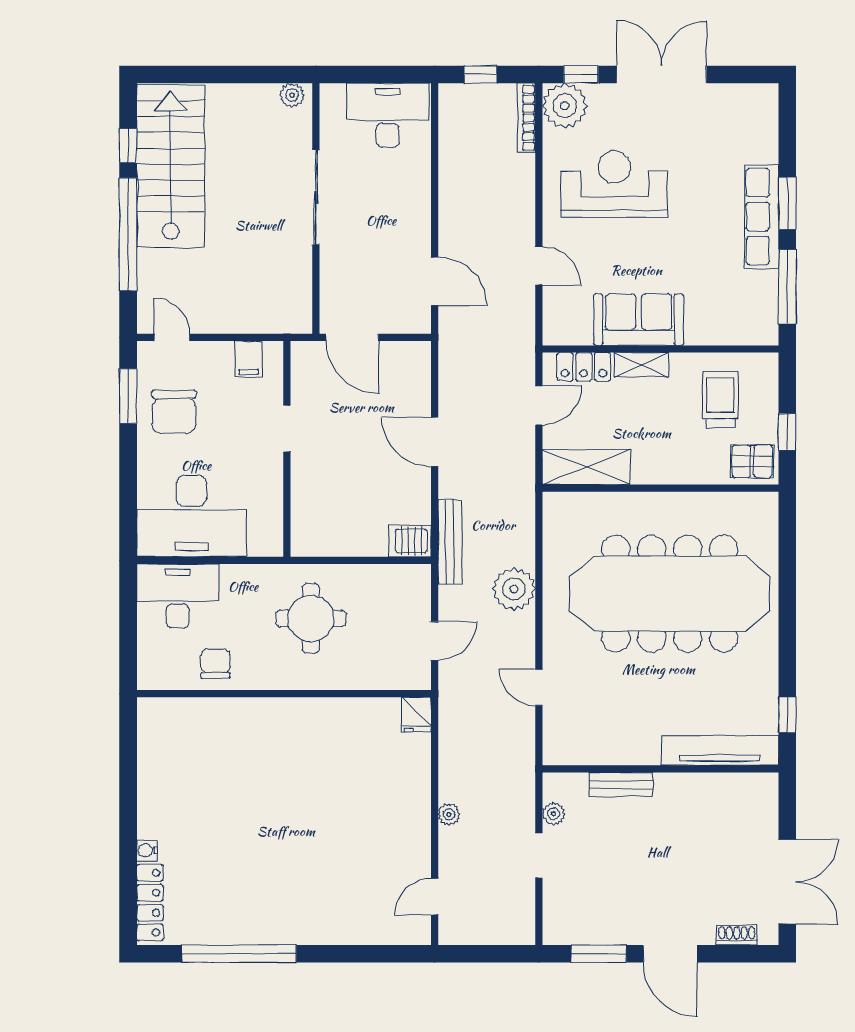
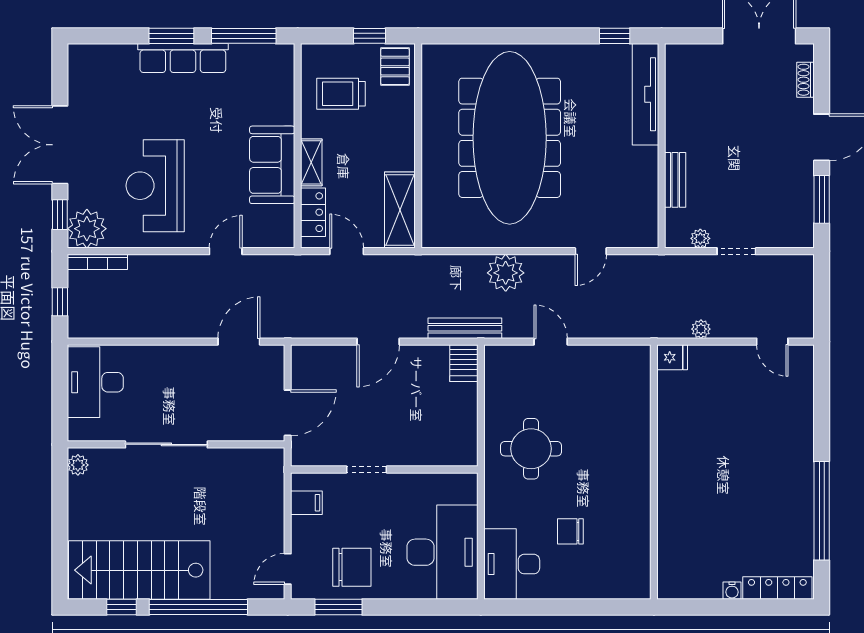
wall: (284, 694) -> (654, 472), moved
fridge: (416, 715) -> (672, 357), moved

